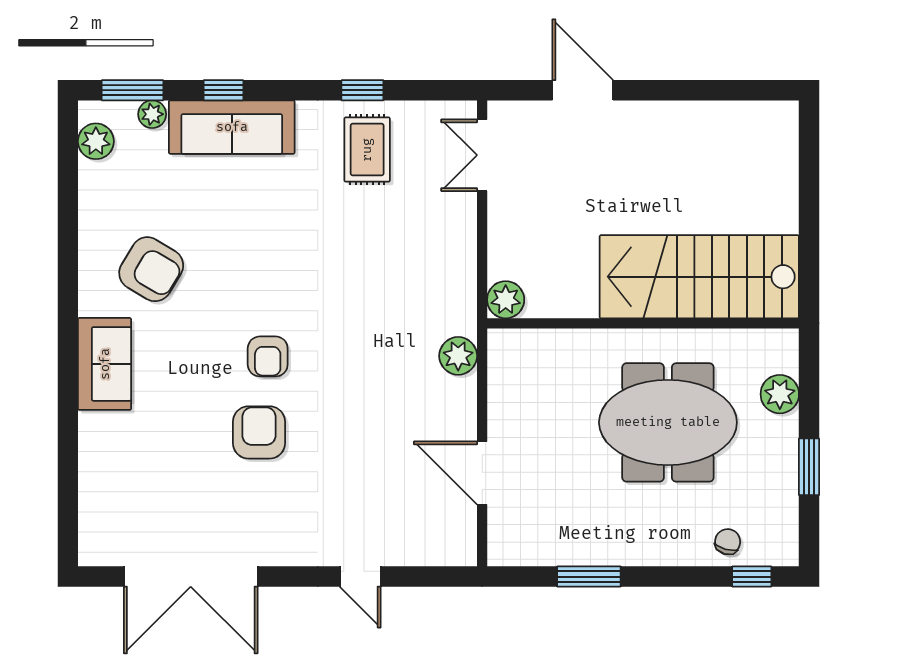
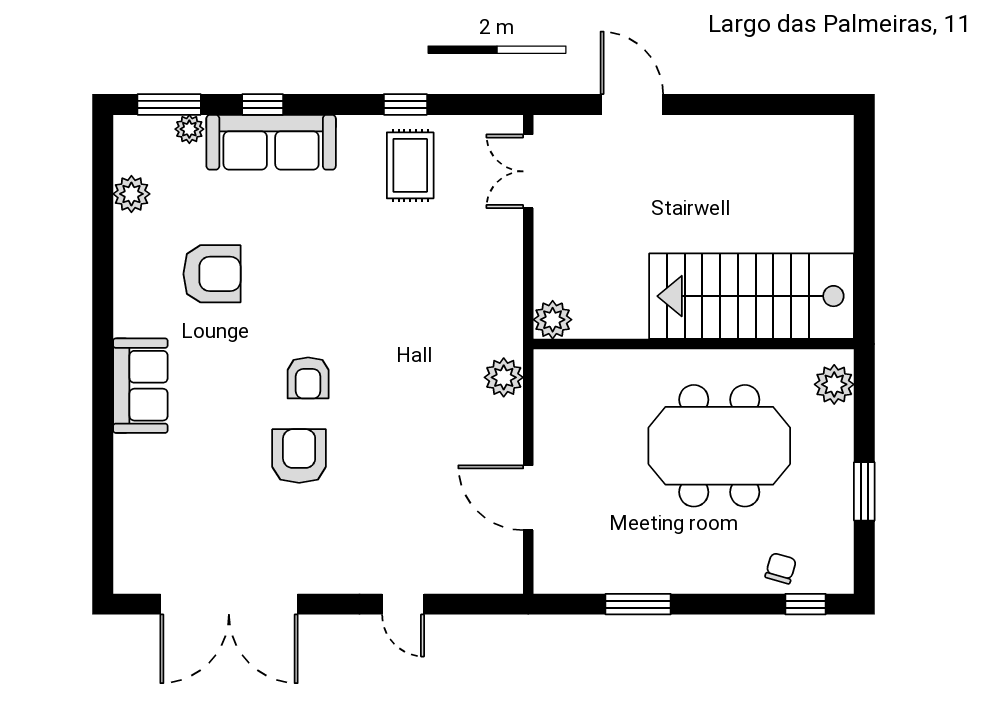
plant: (96, 141) -> (131, 194), moved
armchair: (151, 269) -> (212, 274), moved, turned -31
plant: (780, 394) -> (834, 384), moved

